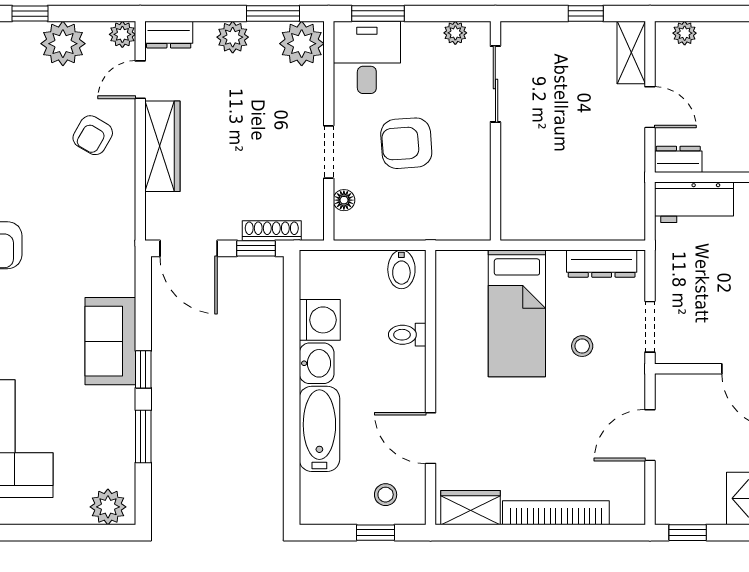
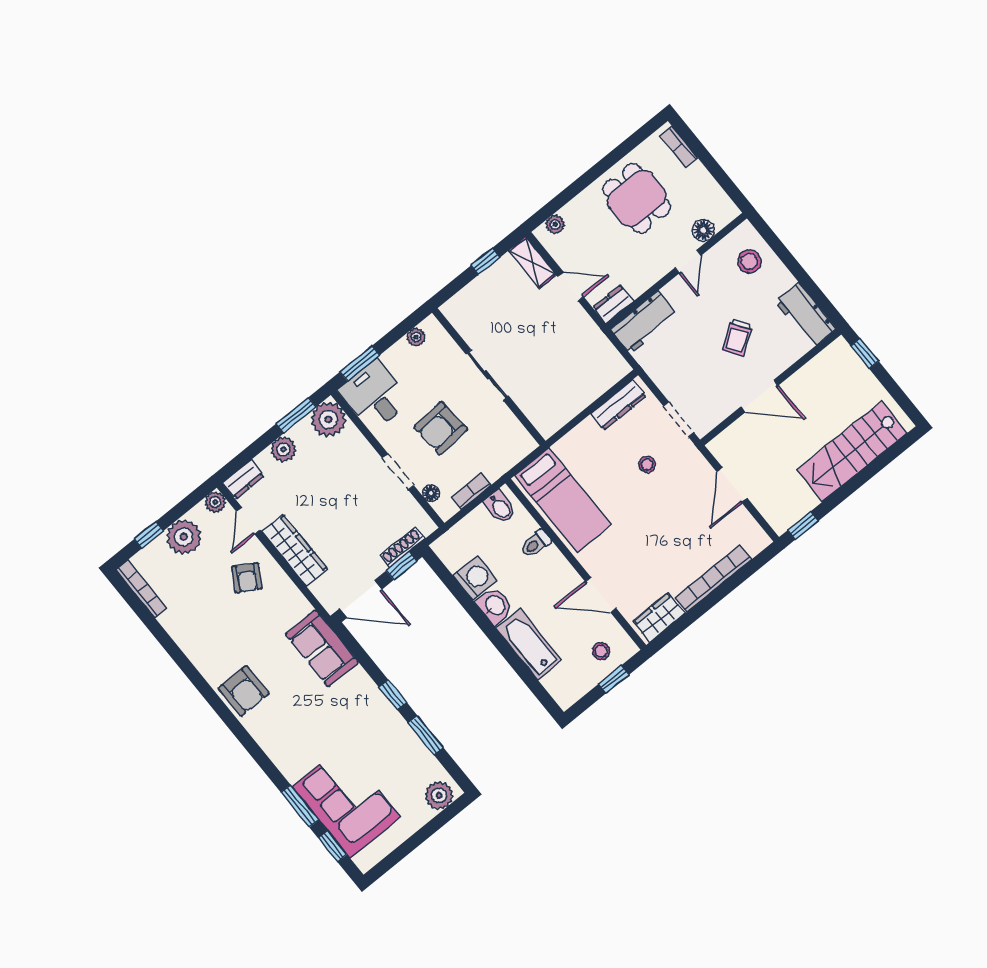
sliding door: (495, 84) -> (487, 375), moved
bookcase: (386, 231) -> (471, 491), added
bed: (517, 313) -> (563, 500), moved
sofa: (110, 341) -> (322, 648), moved

